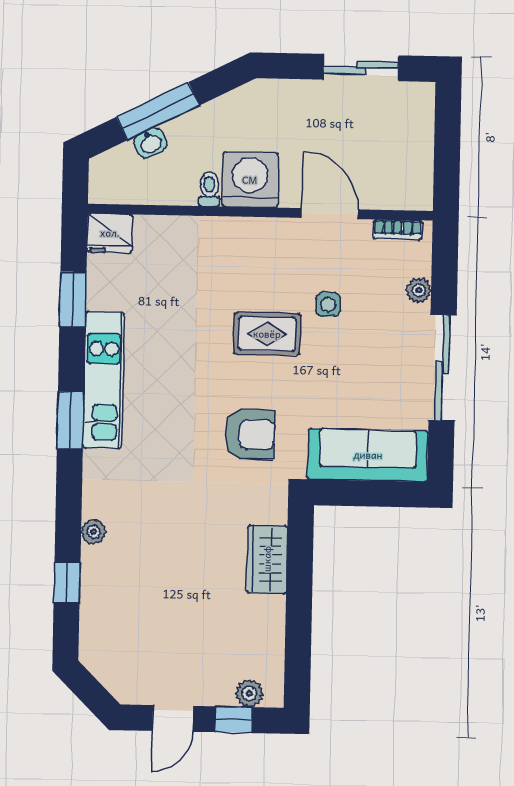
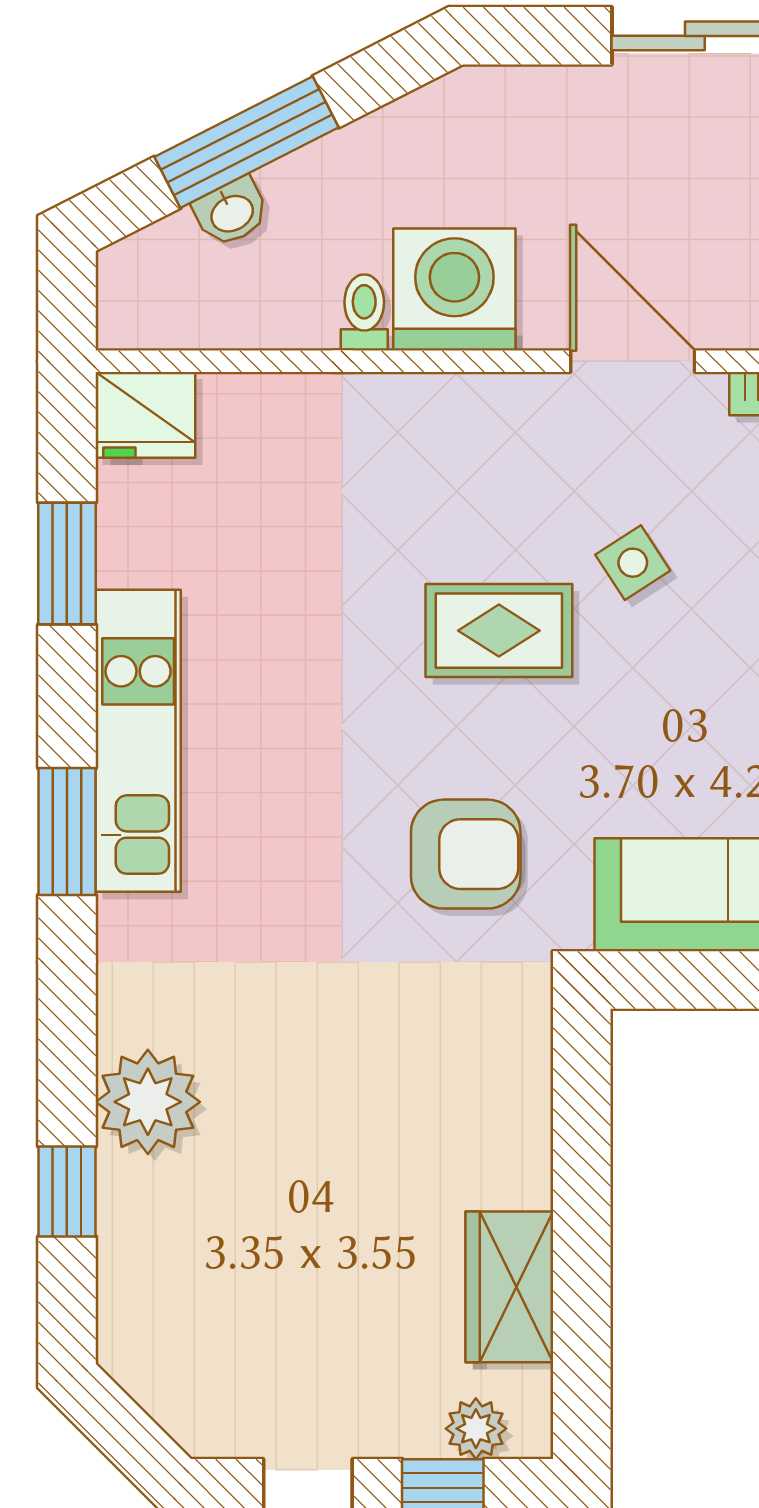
side table: (328, 304) -> (633, 563), turned -33
plant: (94, 532) -> (148, 1102), width x1.87, depth x1.87
wardrobe: (267, 559) -> (509, 1287), moved

